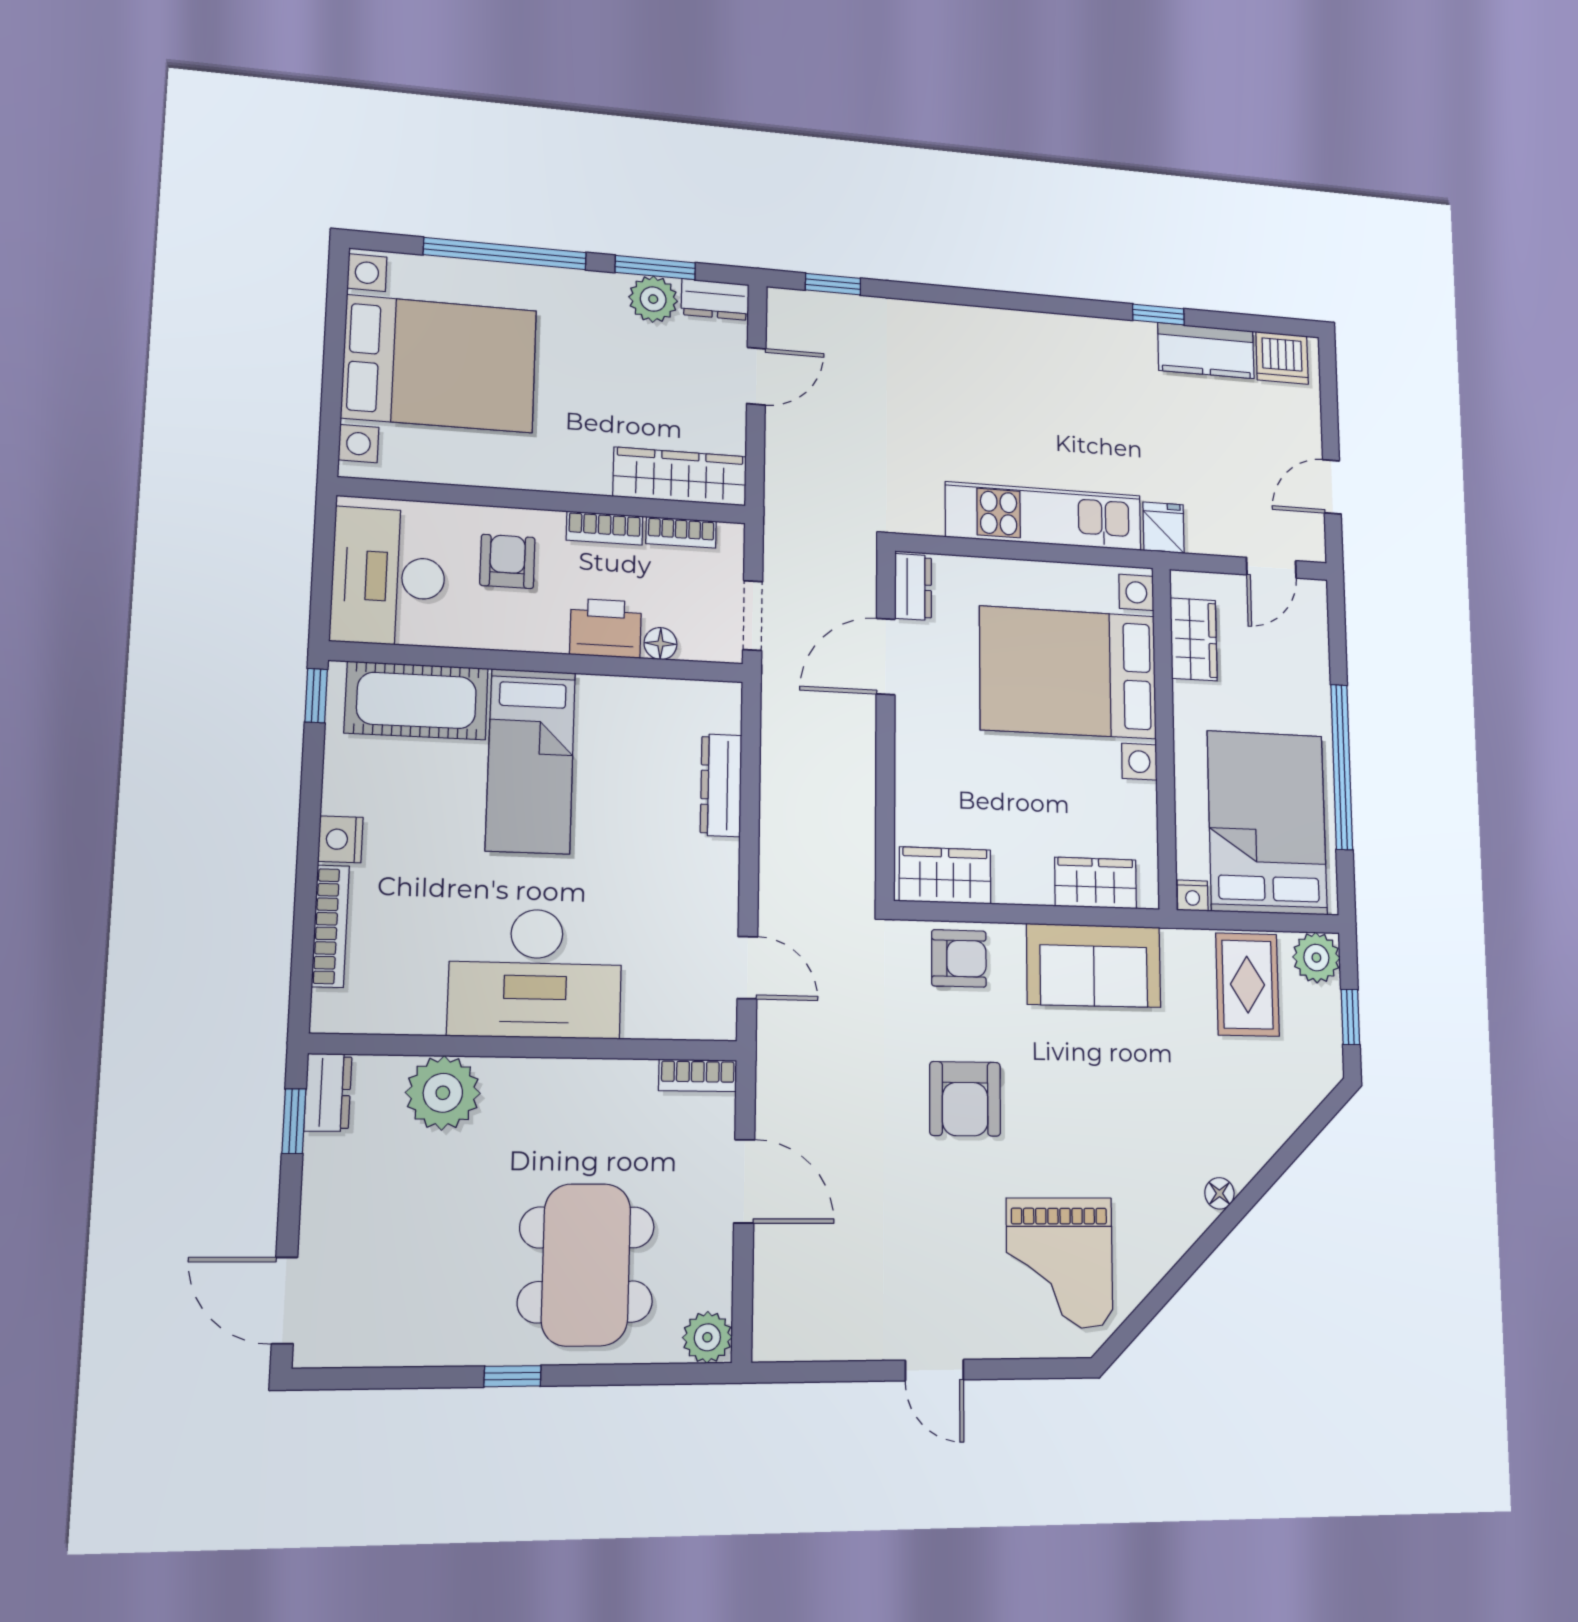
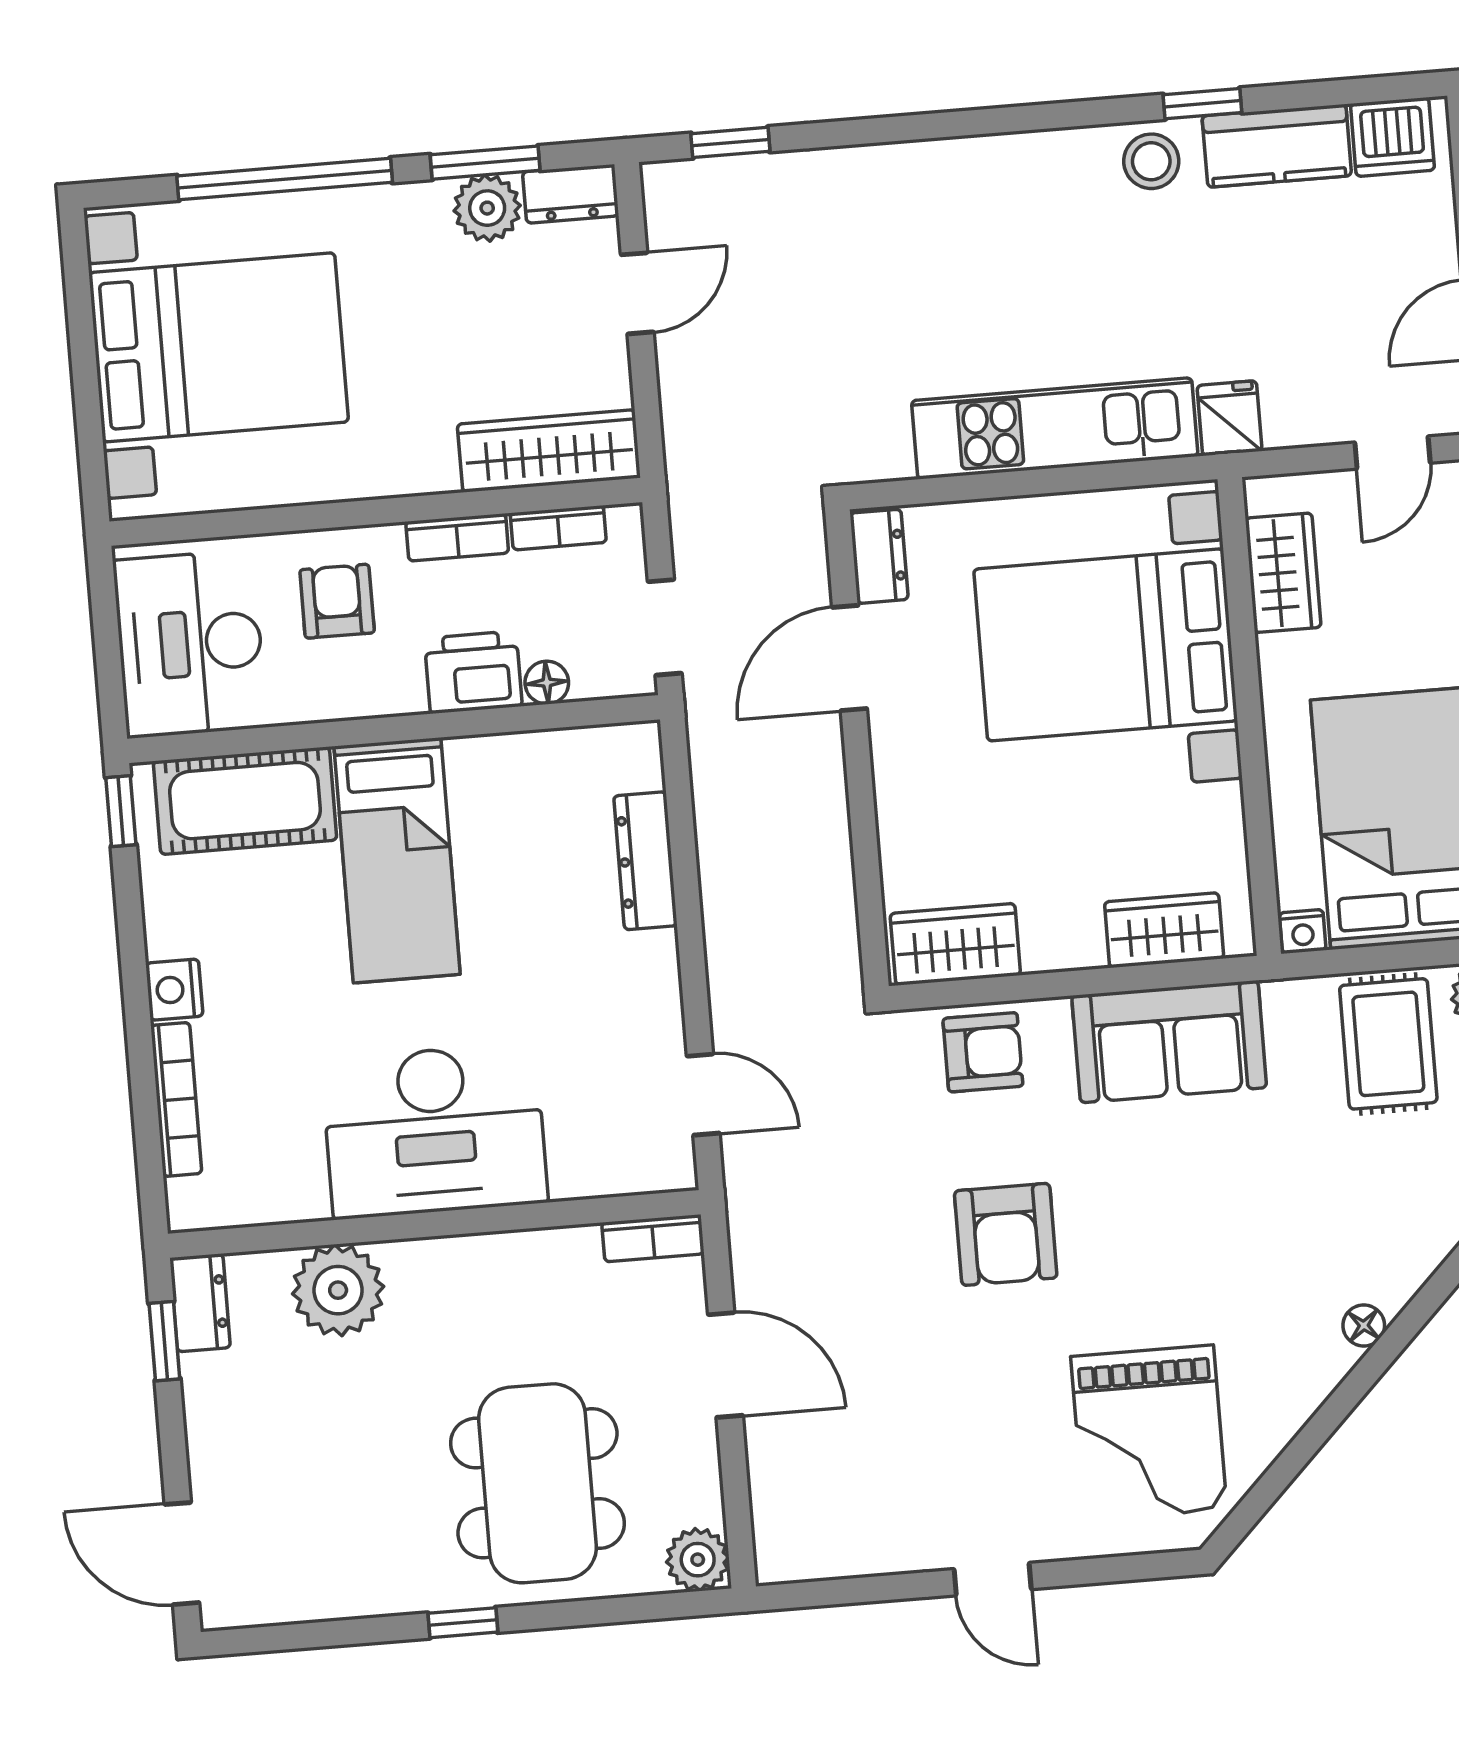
stool: (1122, 347) -> (1151, 161), added

